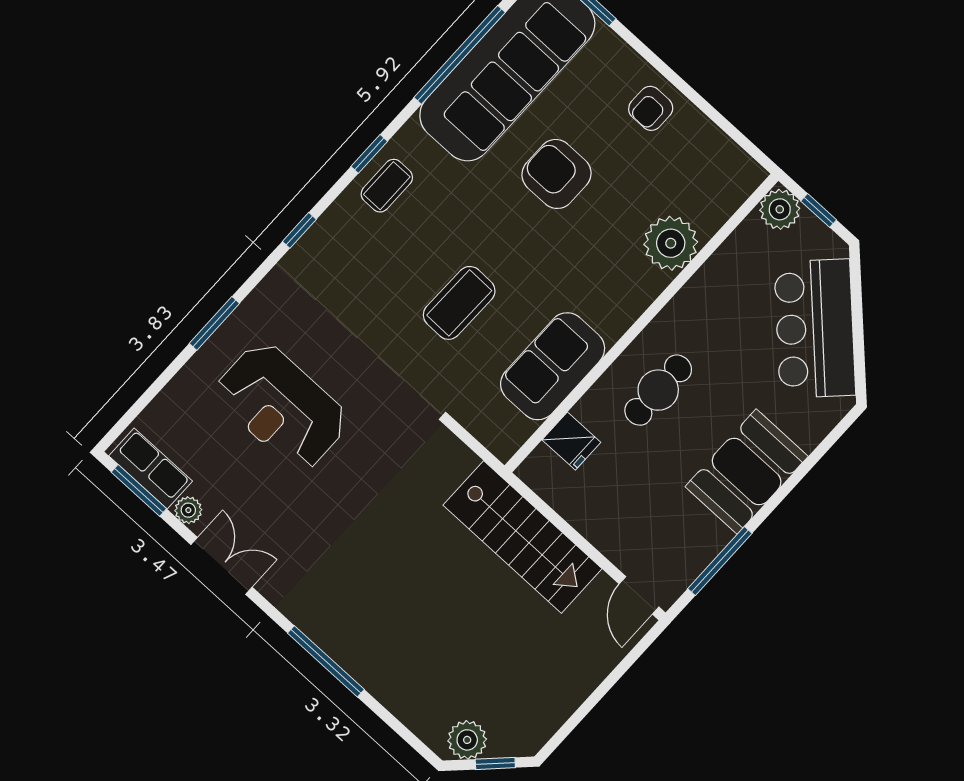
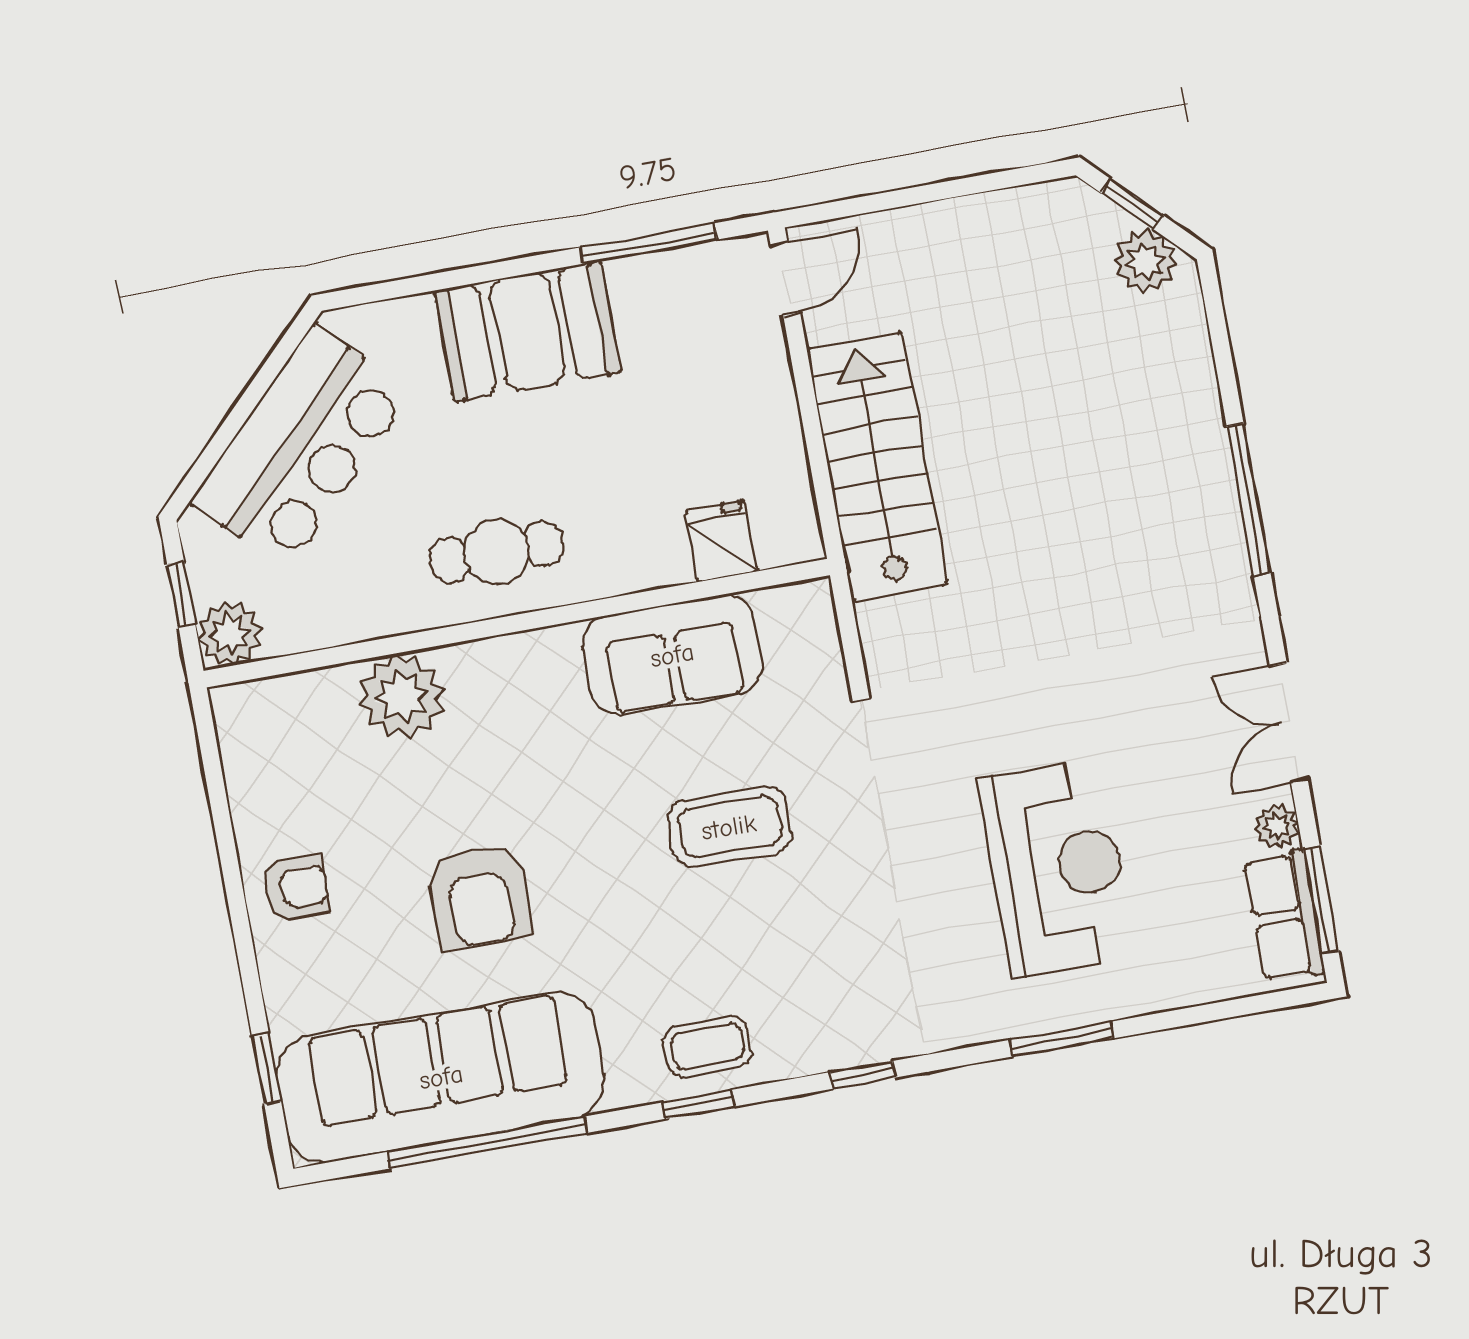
cafe table: (658, 390) -> (496, 552), moved

